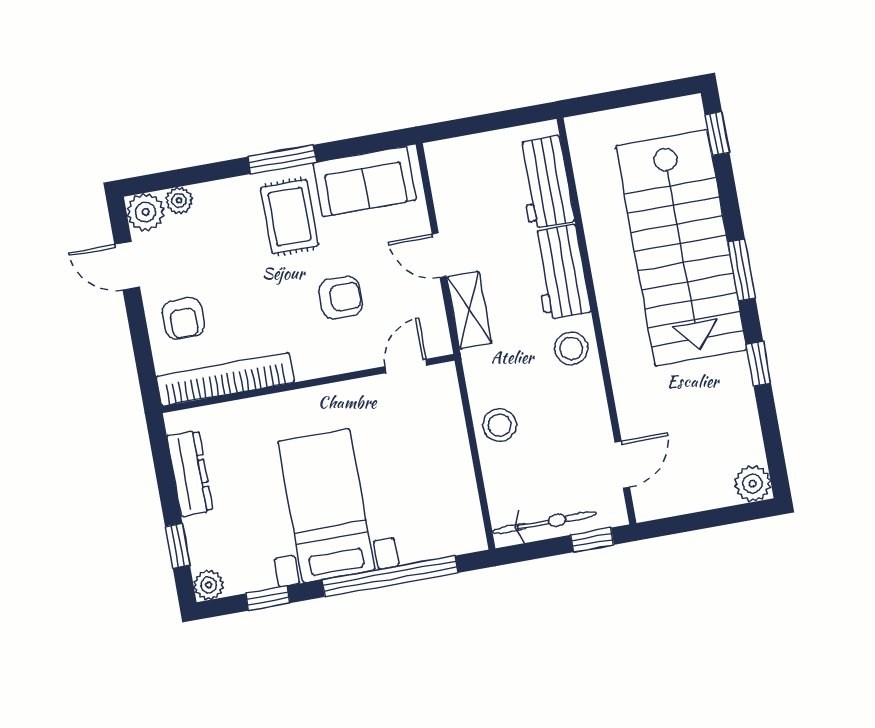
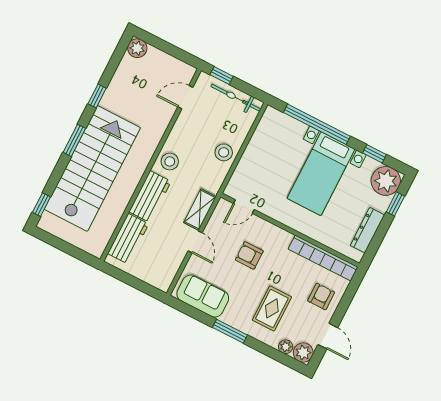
rug: (289, 217) -> (272, 308), moved
plant: (209, 585) -> (386, 181), width x1.88, depth x1.88

